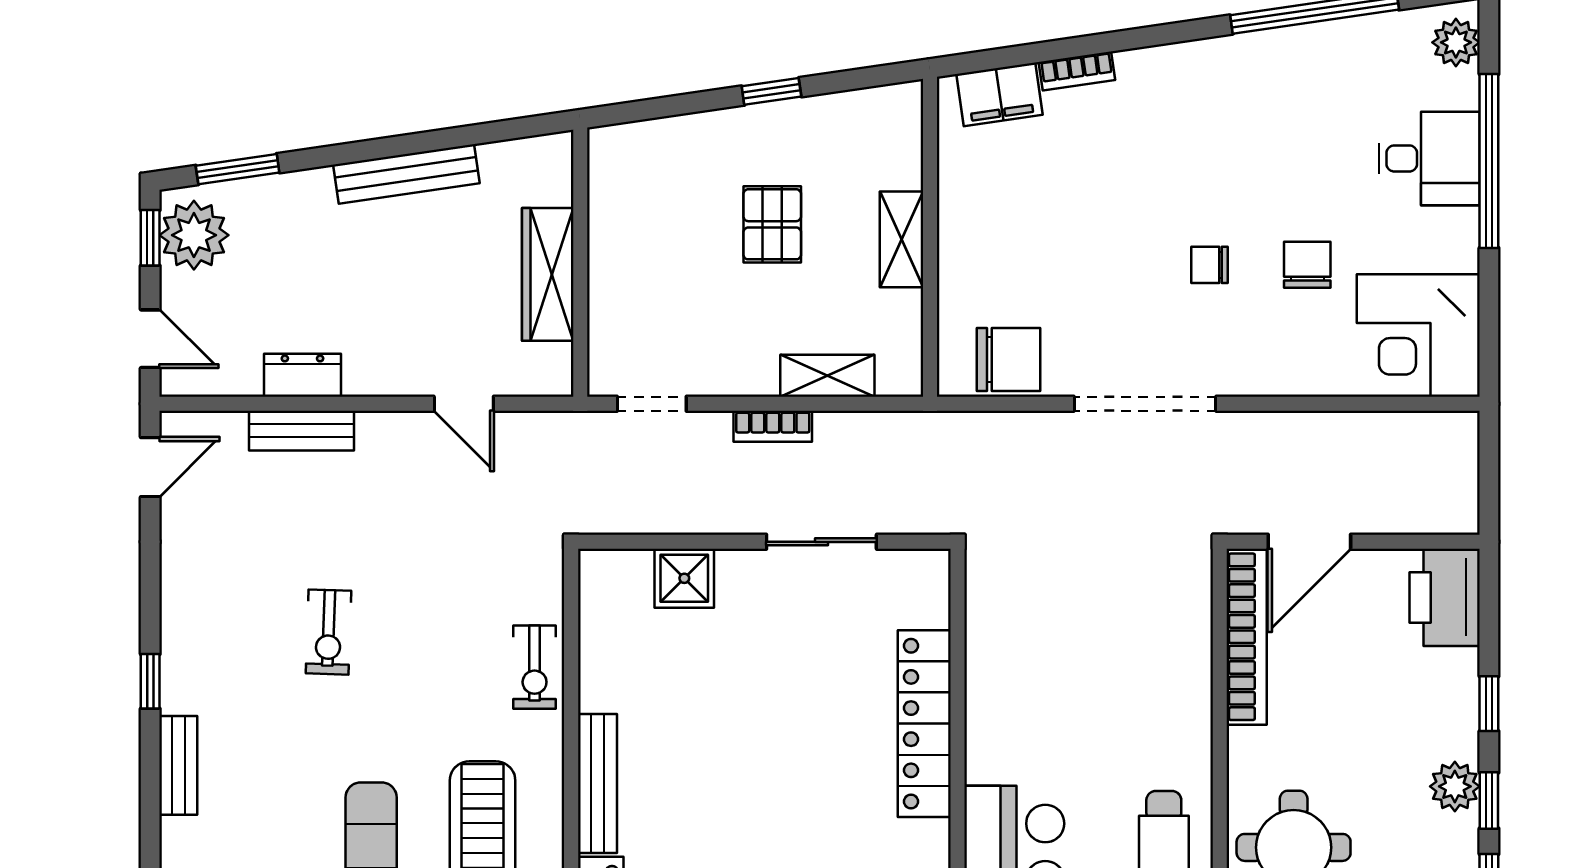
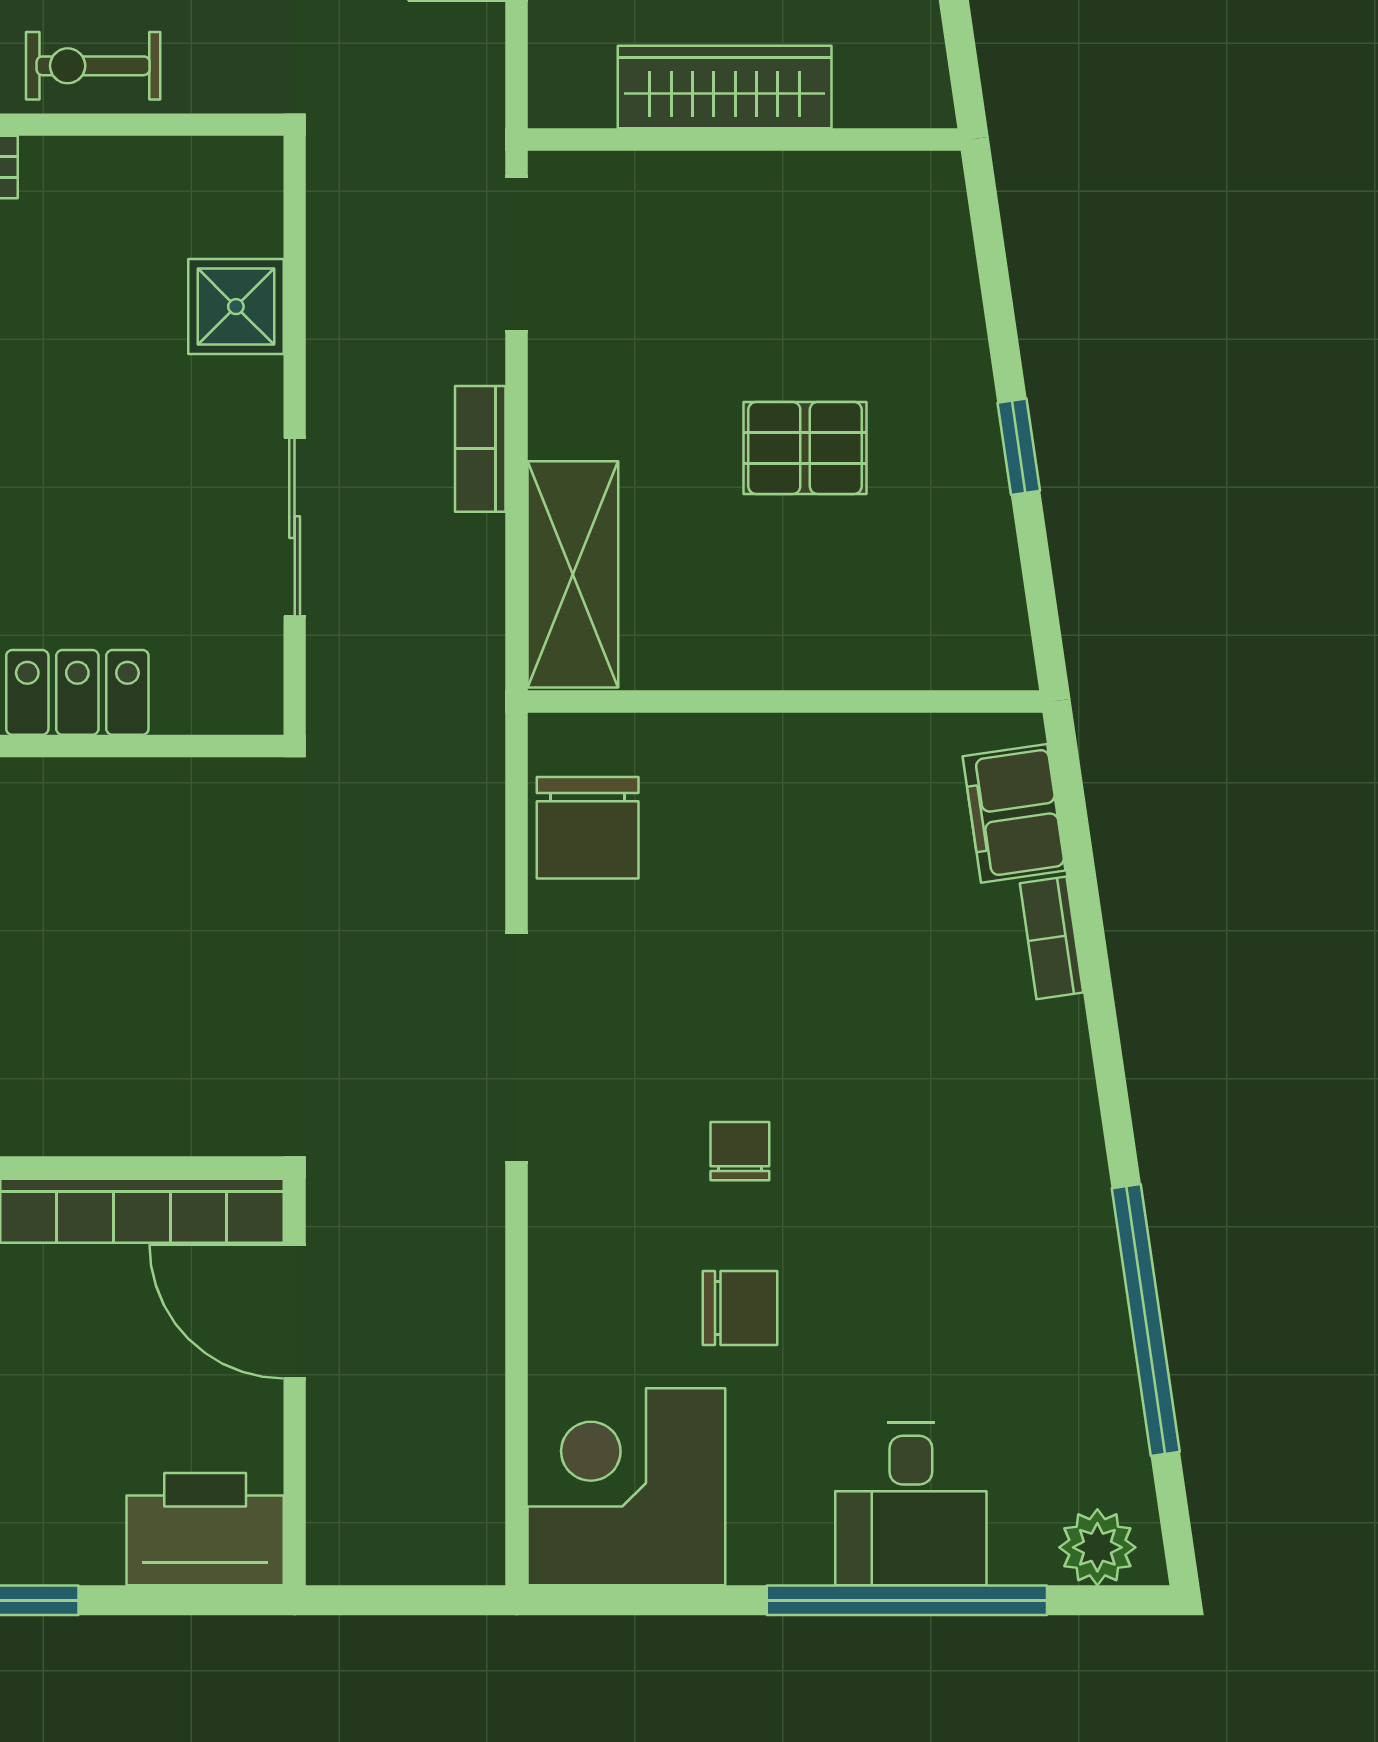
shelving: (902, 239) -> (781, 656), removed
shelving: (827, 376) -> (573, 574), width x1.50, depth x1.33
doorway: (652, 404) -> (517, 254), width x1.38

